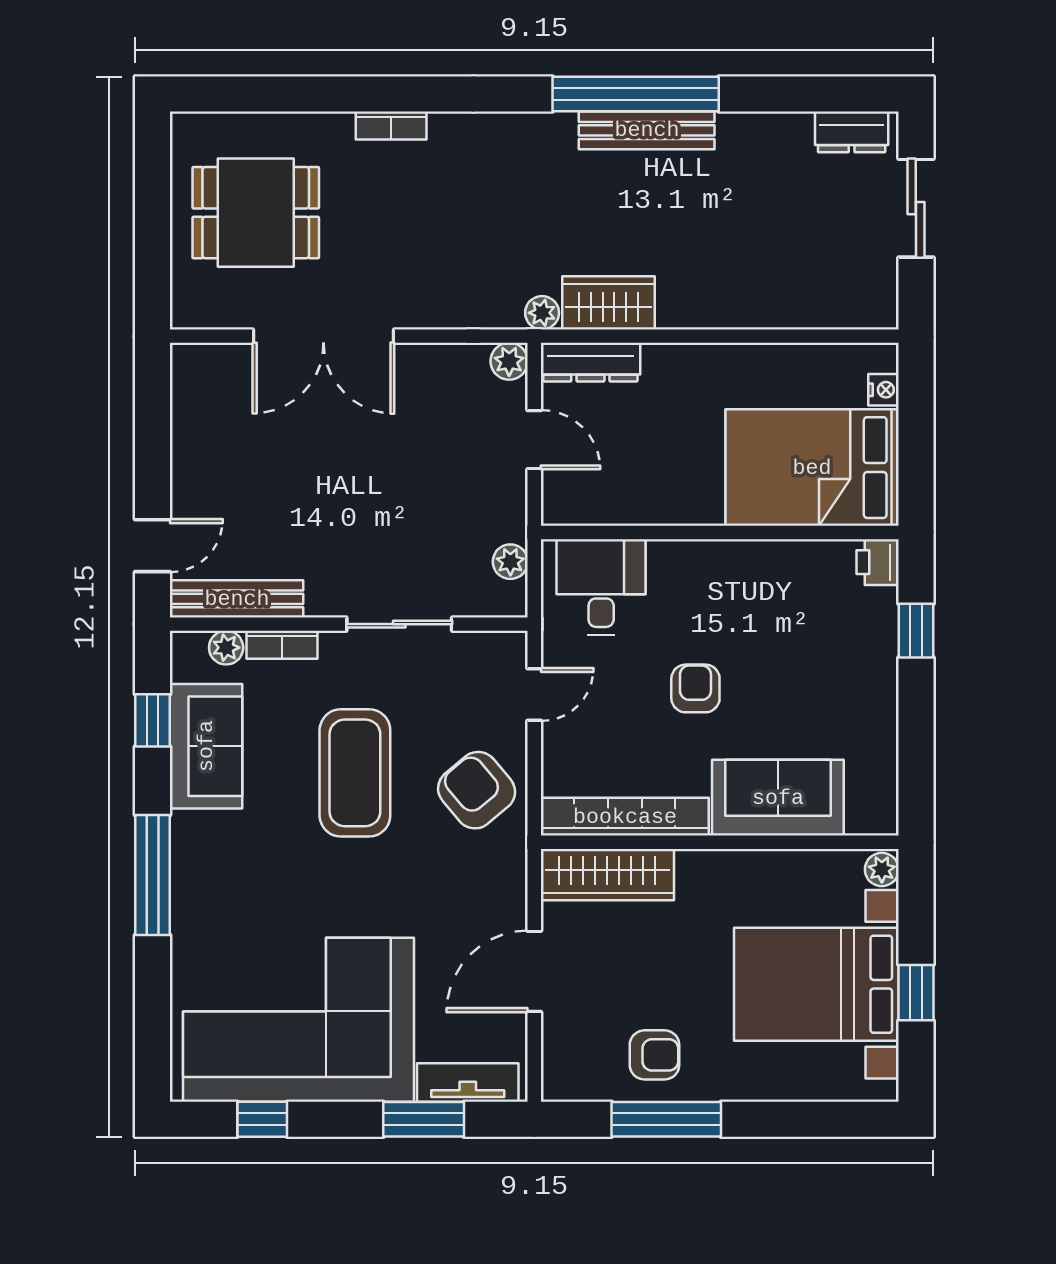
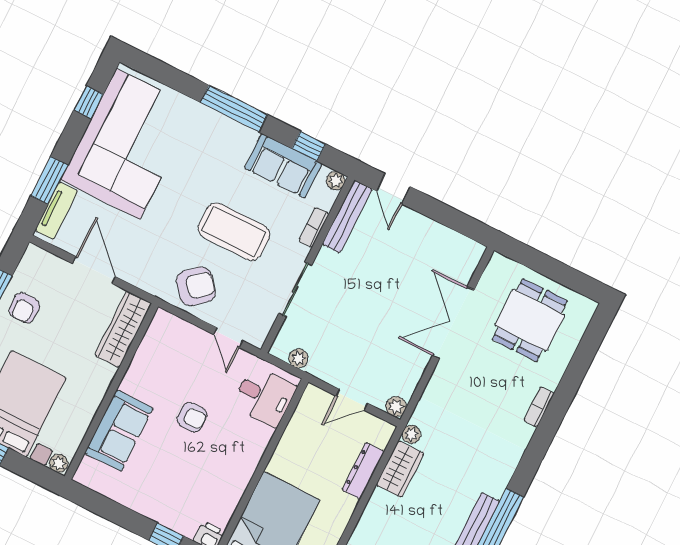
dresser: (590, 362) -> (363, 471), moved
plant: (226, 648) -> (336, 181), moved
bookcase: (625, 817) -> (147, 352), removed

